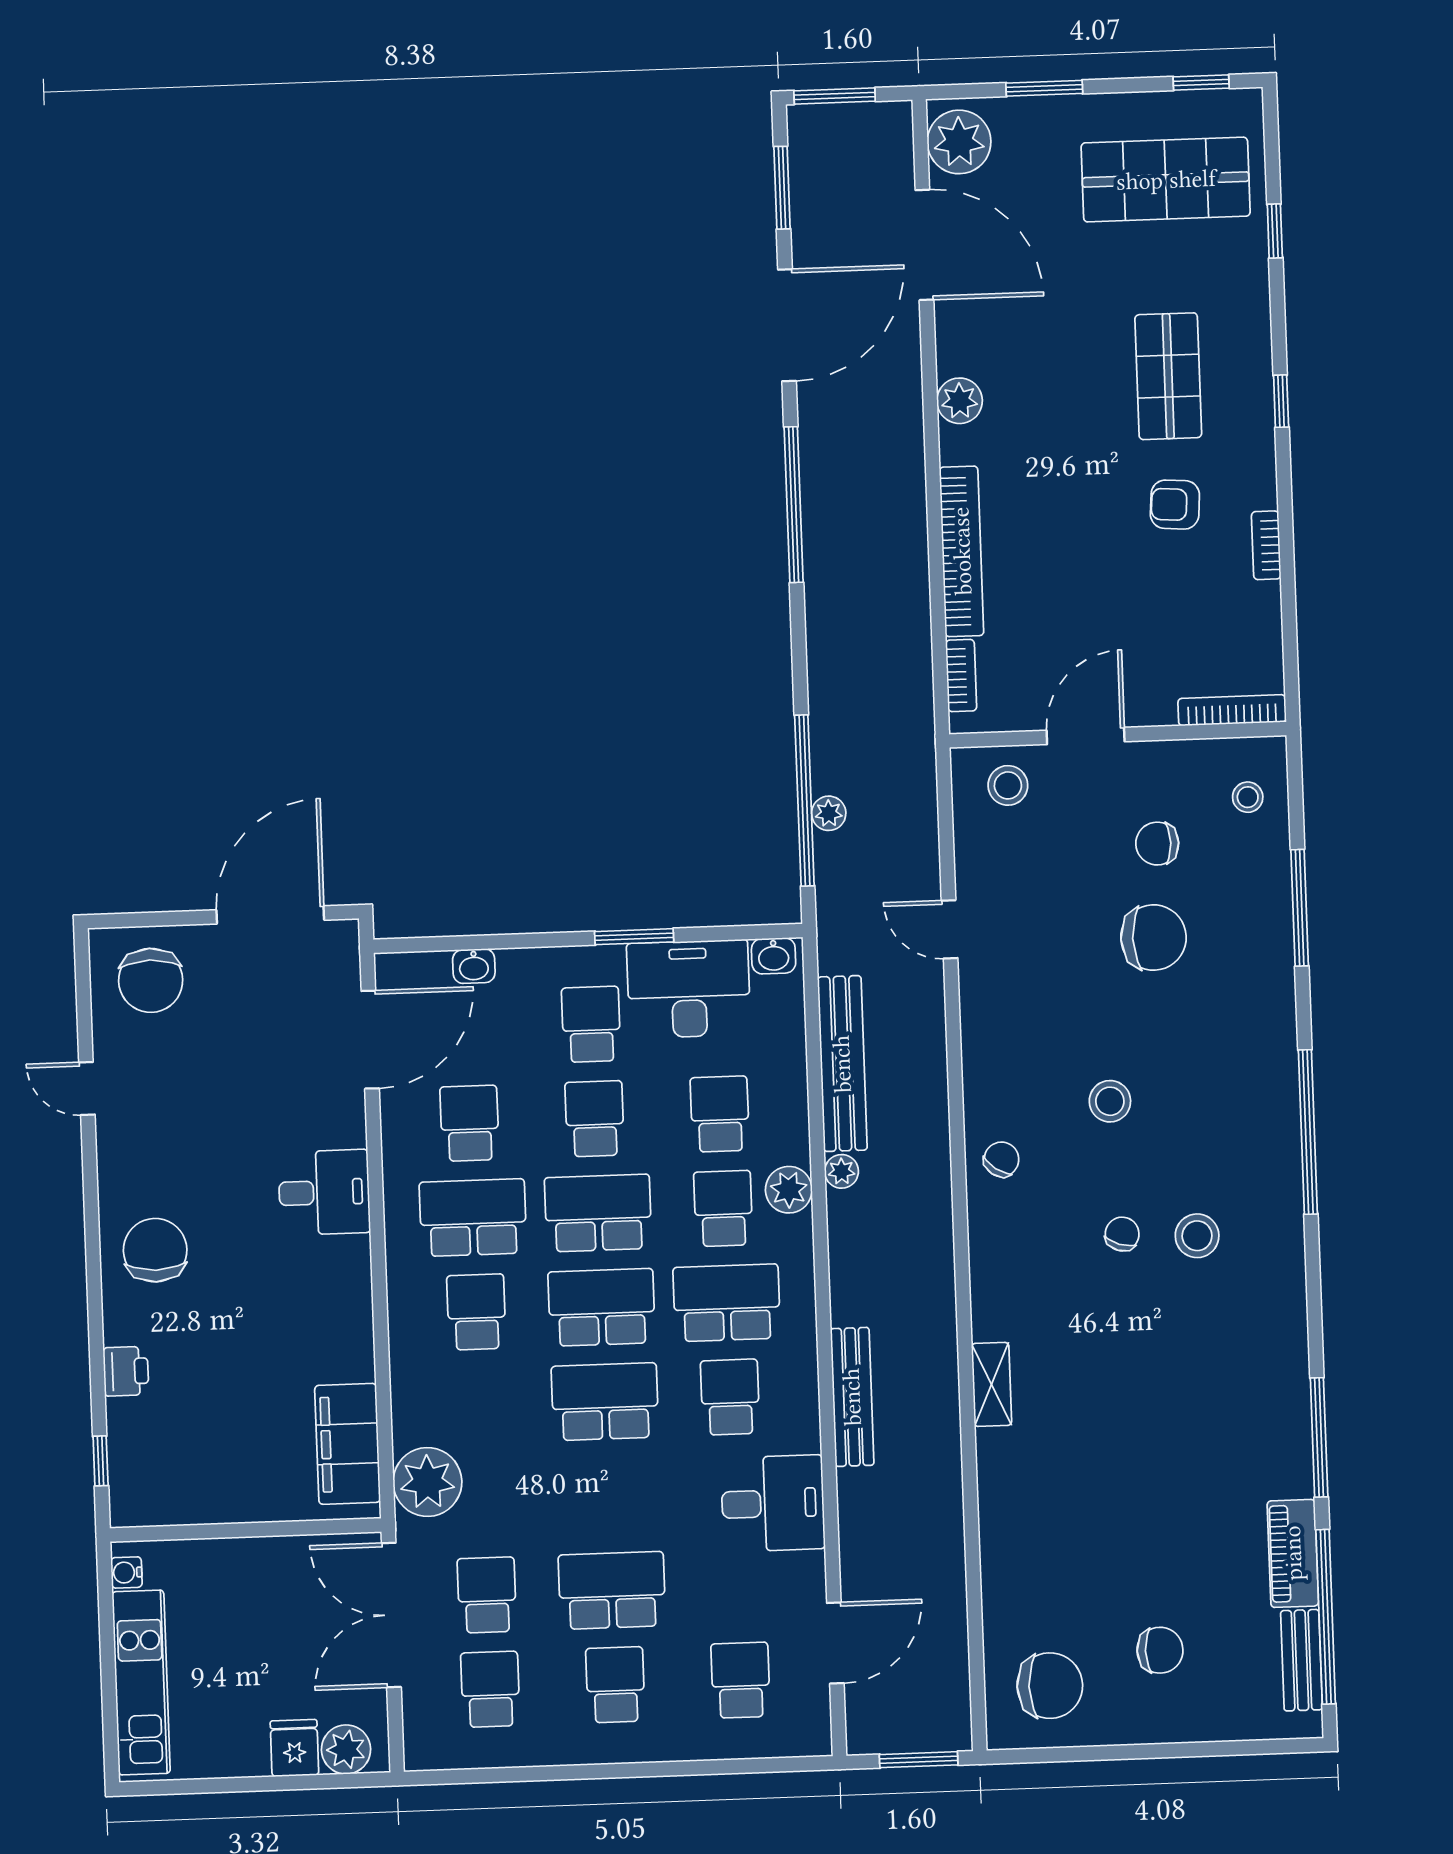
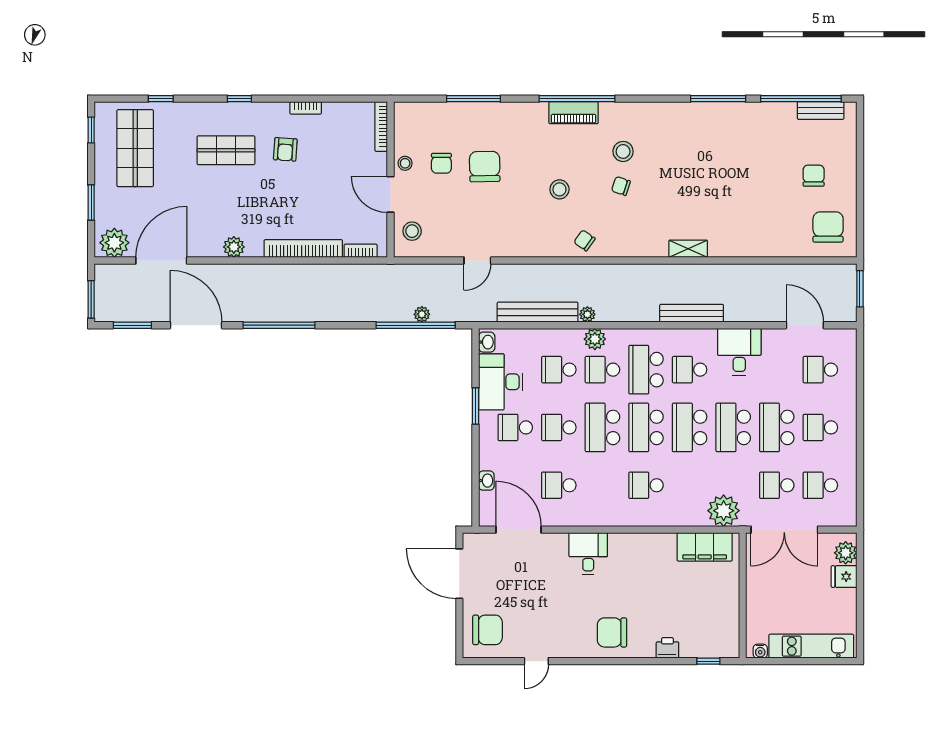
stool: (1248, 797) -> (405, 163), moved
school desk: (473, 1218) -> (733, 427), moved
piano: (1293, 1553) -> (574, 113), moved

